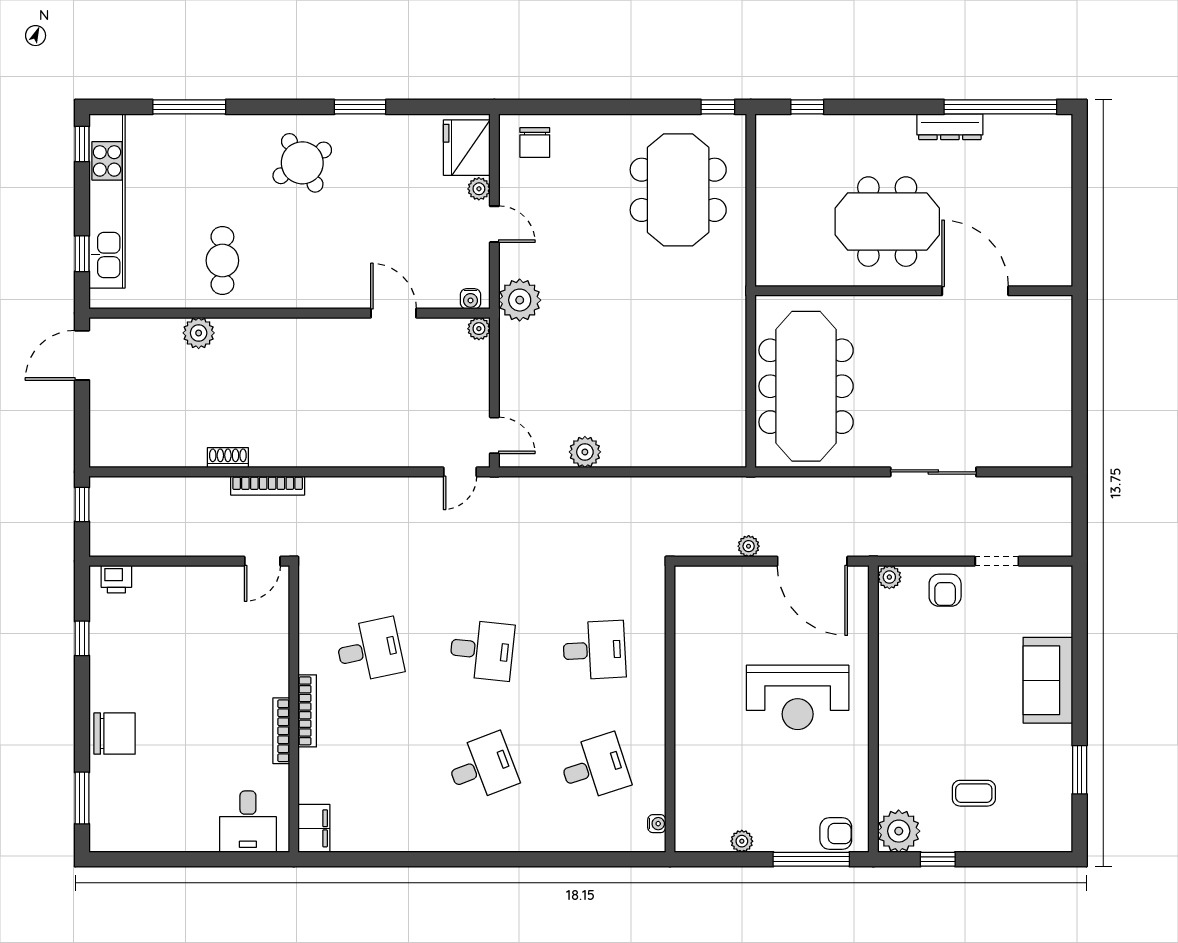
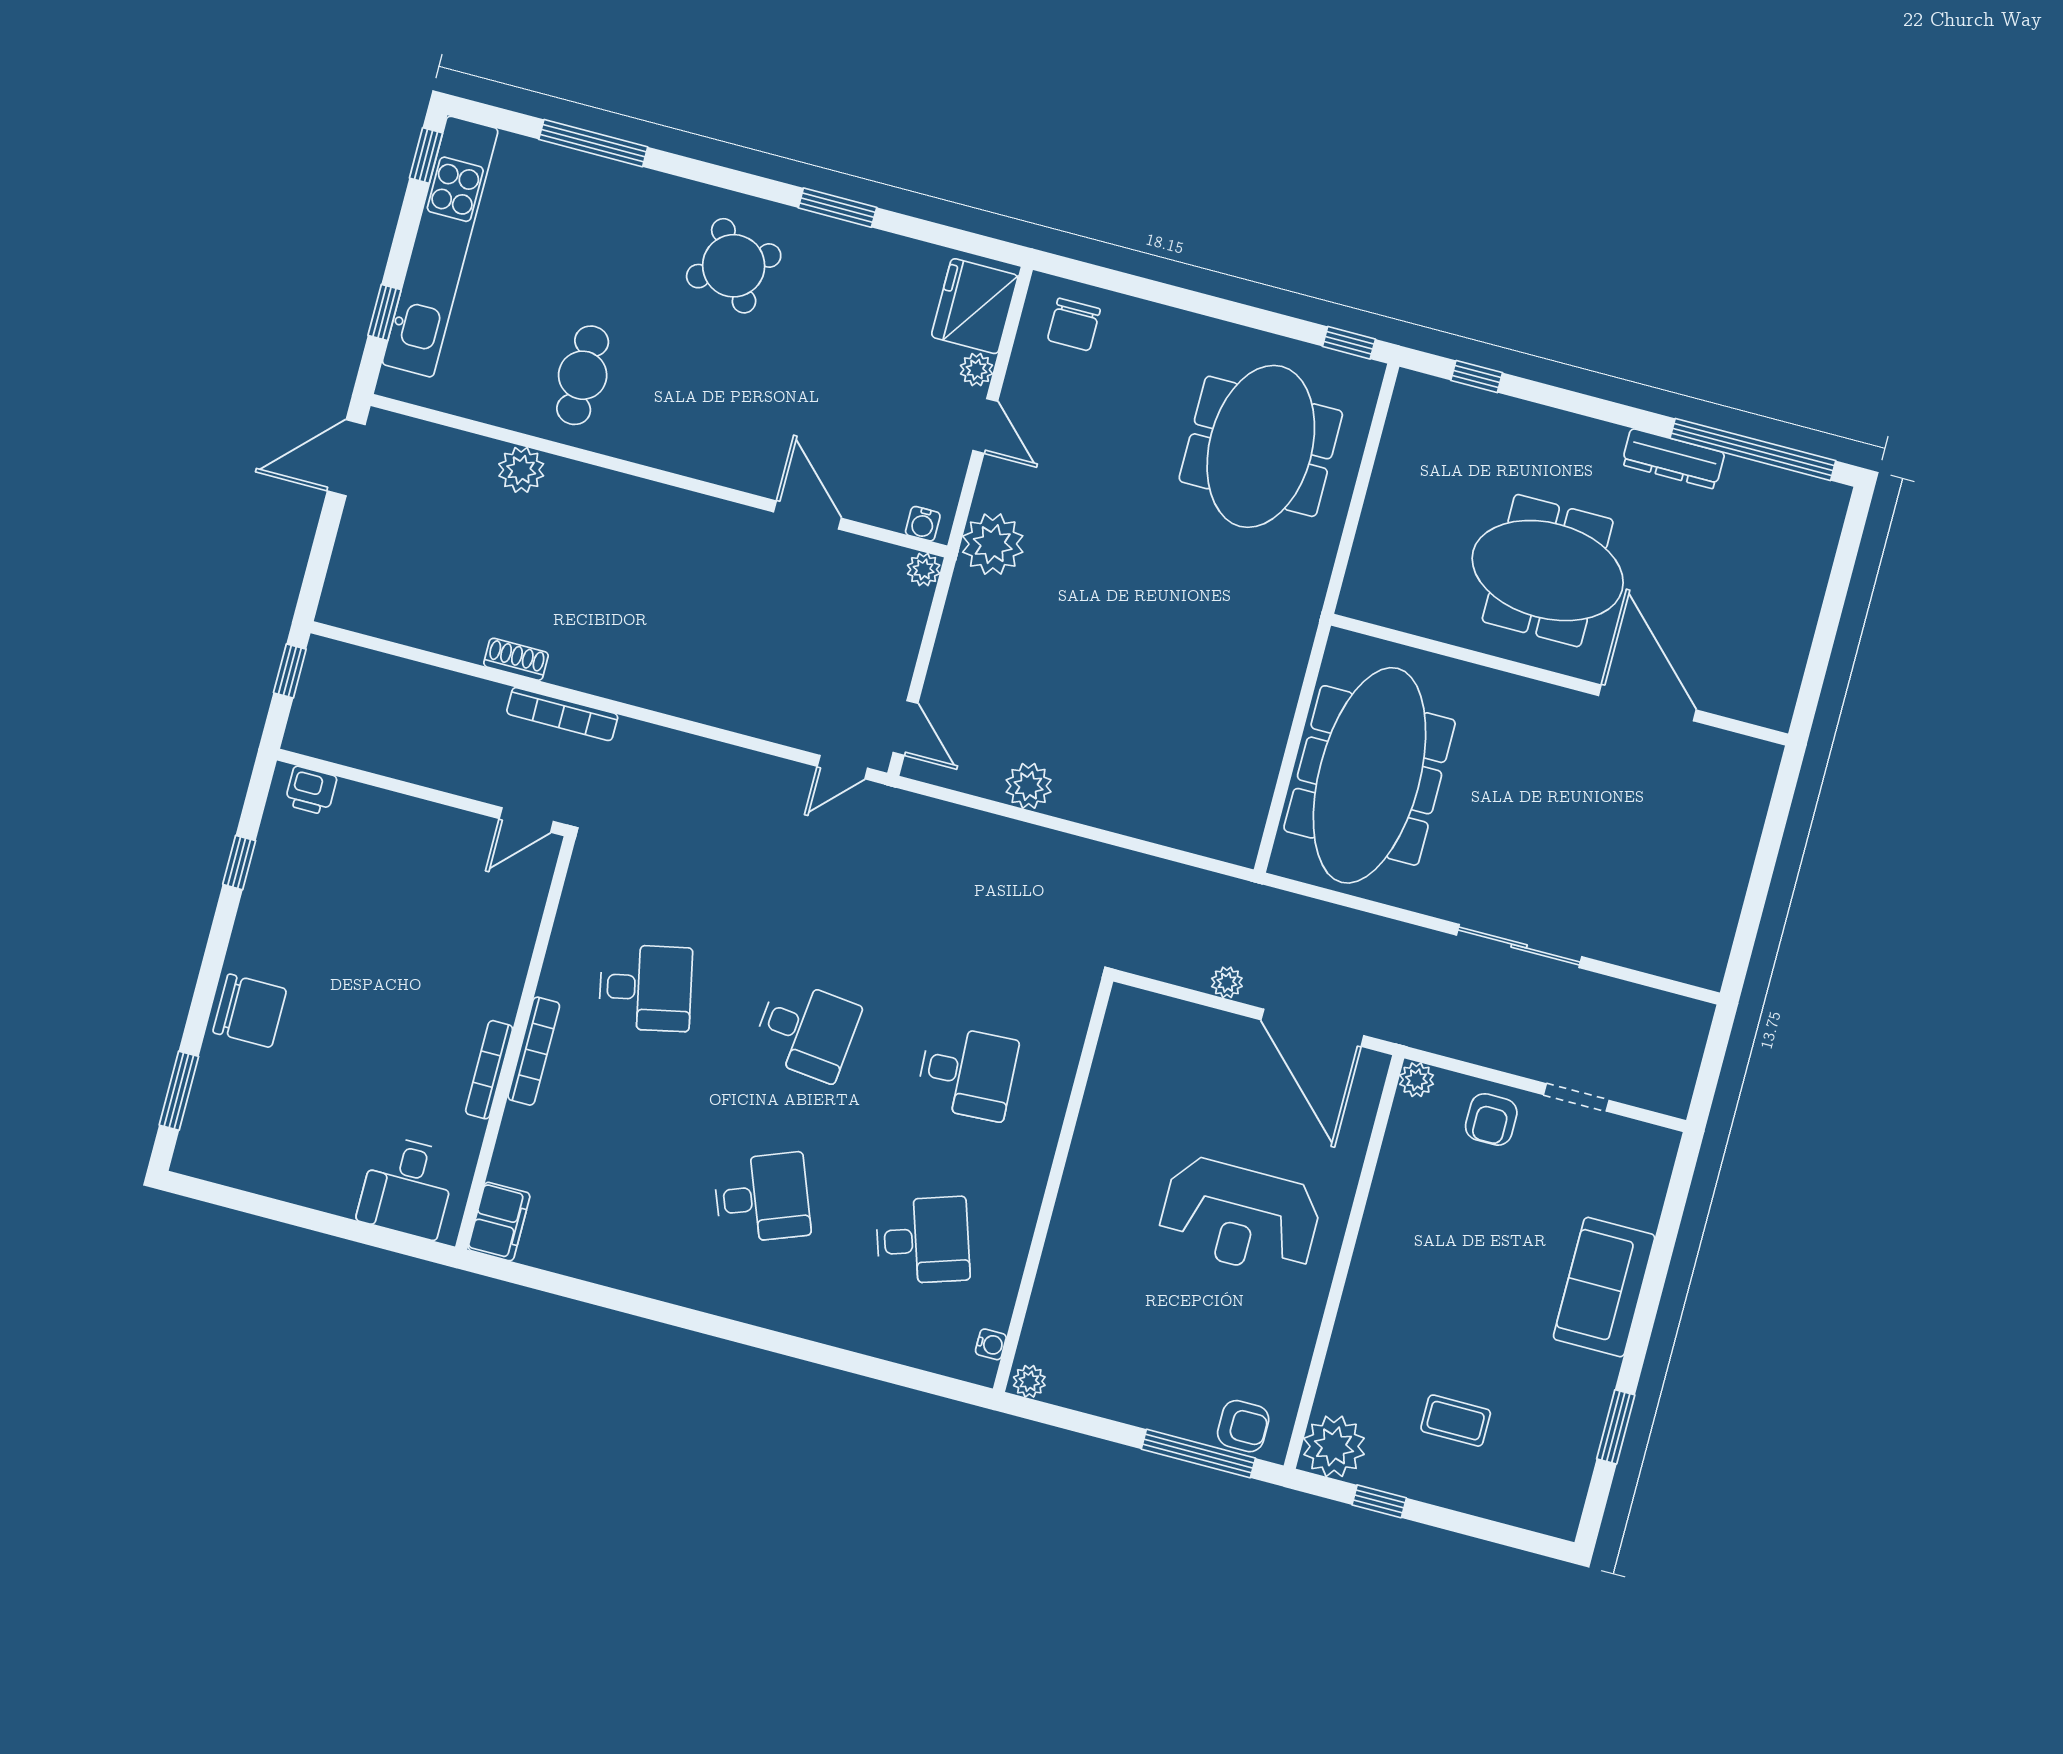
plant: (742, 841) -> (1029, 1381), moved

